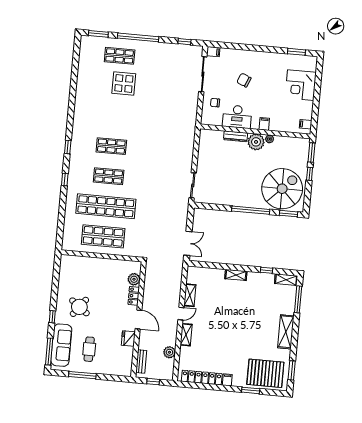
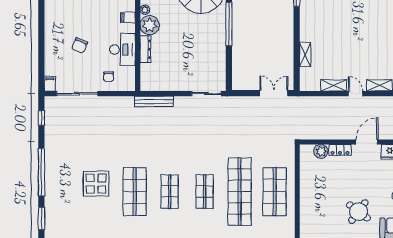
shop shelf: (120, 56) -> (135, 192), moved, width x1.43, depth x1.36
bench: (190, 140) -> (154, 101), added
shelving: (236, 275) -> (305, 55), moved

